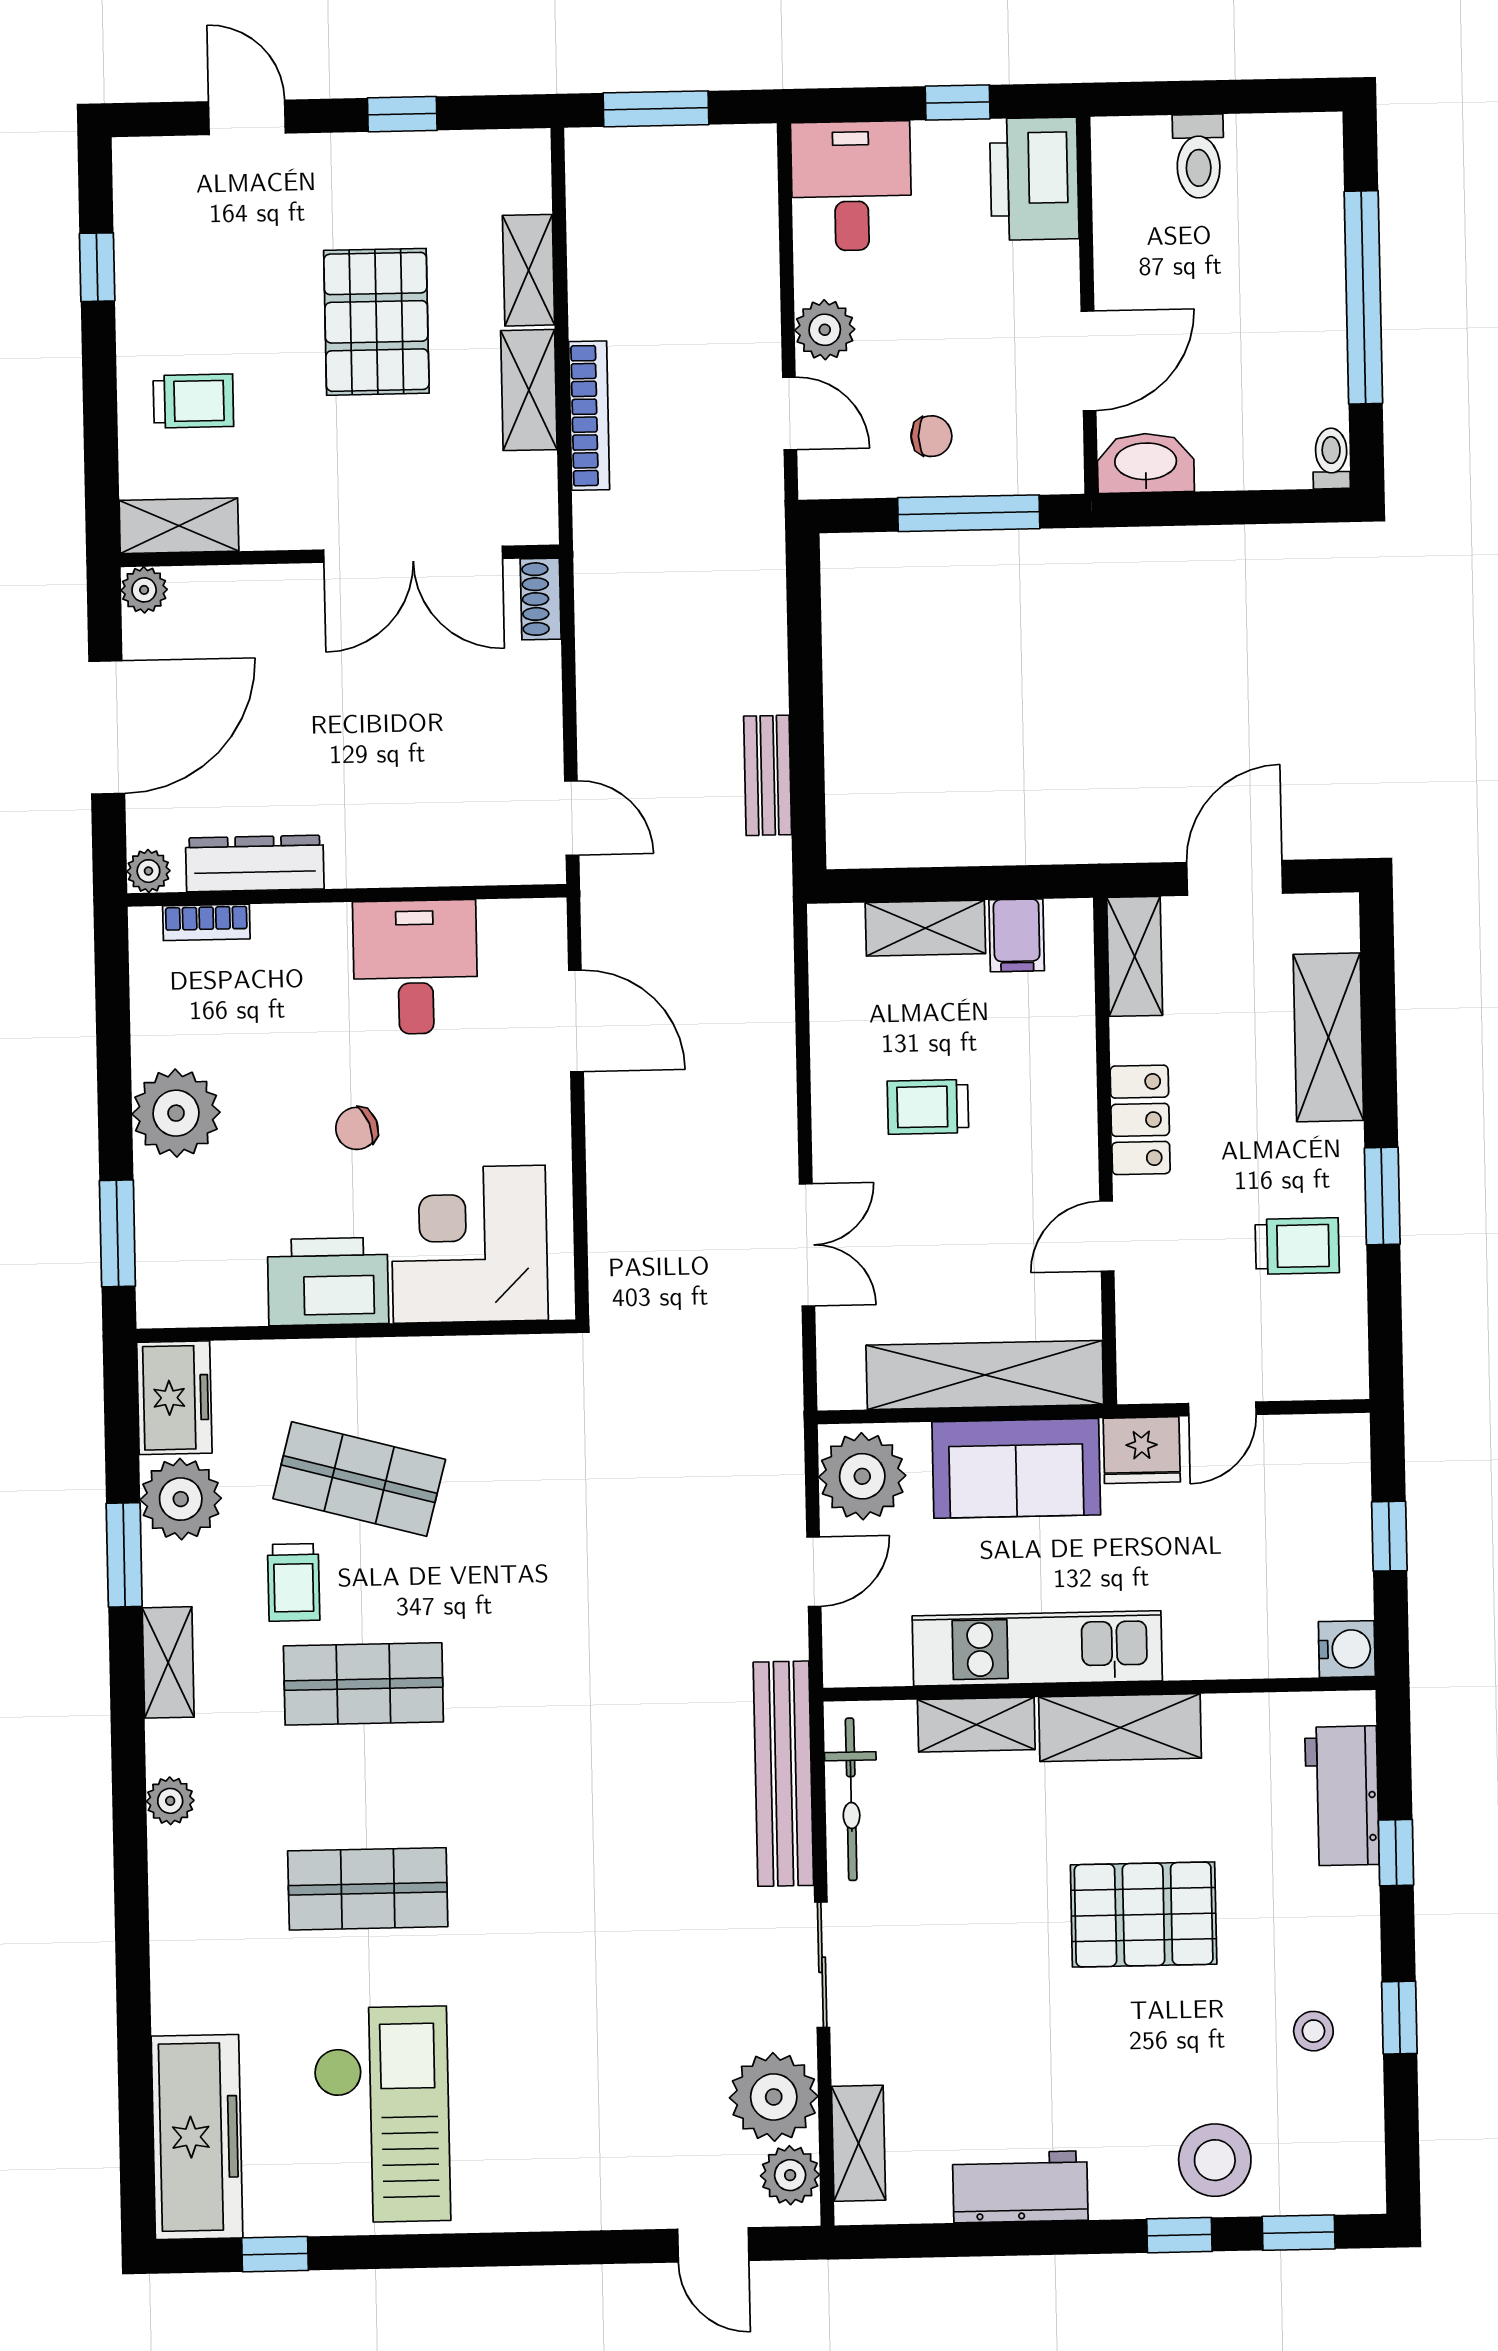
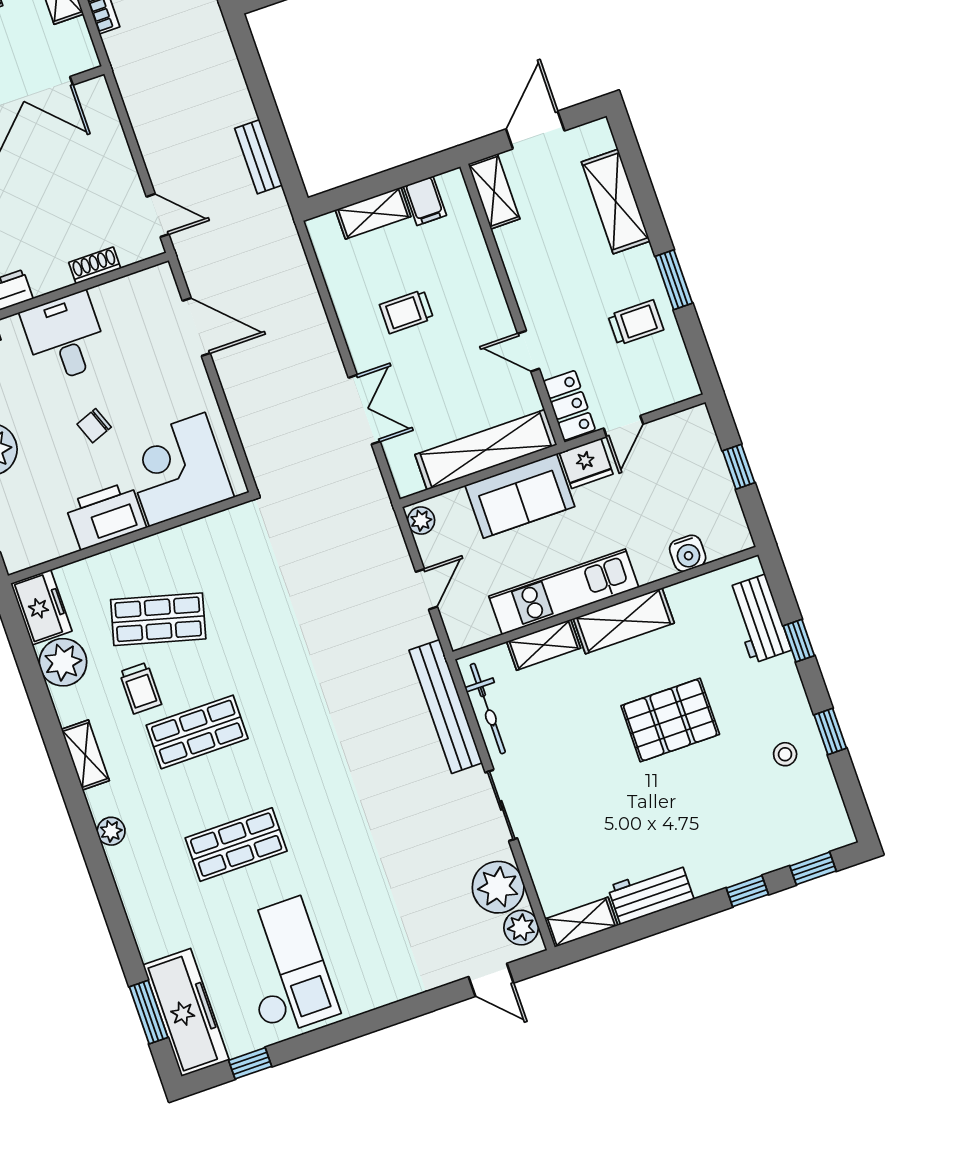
shoe rack: (541, 599) -> (95, 265), moved, turned 90
desk: (415, 967) -> (65, 337), moved
locker: (1140, 1120) -> (569, 405), moved
door: (1107, 1236) -> (529, 351), hinge flipped
plant: (862, 1476) -> (421, 520), width x0.53, depth x0.53
window: (124, 1555) -> (149, 1012), moved
water cooler: (1347, 1649) -> (688, 553), moved, turned 90
shelving: (859, 2143) -> (581, 922), moved, turned 90
stool: (1215, 2160) -> (754, 843), removed

